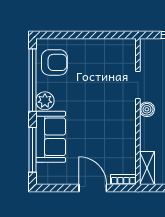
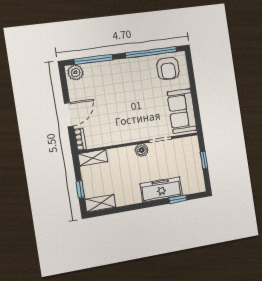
plant: (45, 101) -> (75, 72), moved
sofa: (51, 137) -> (182, 111), moved, turned 90

